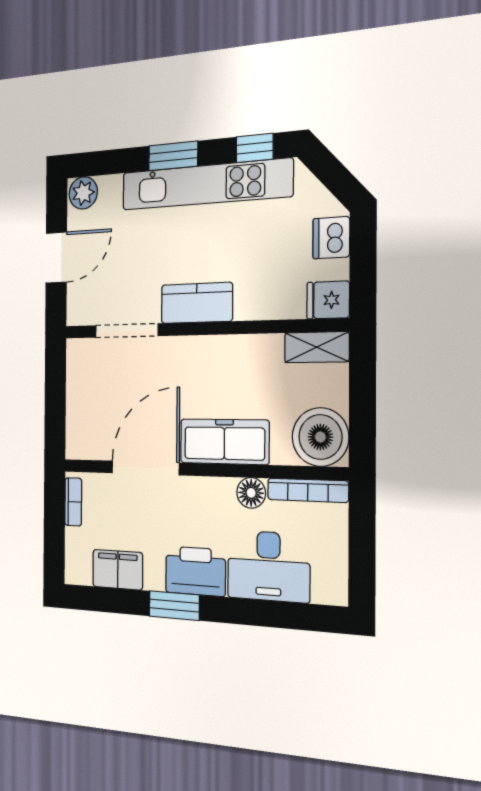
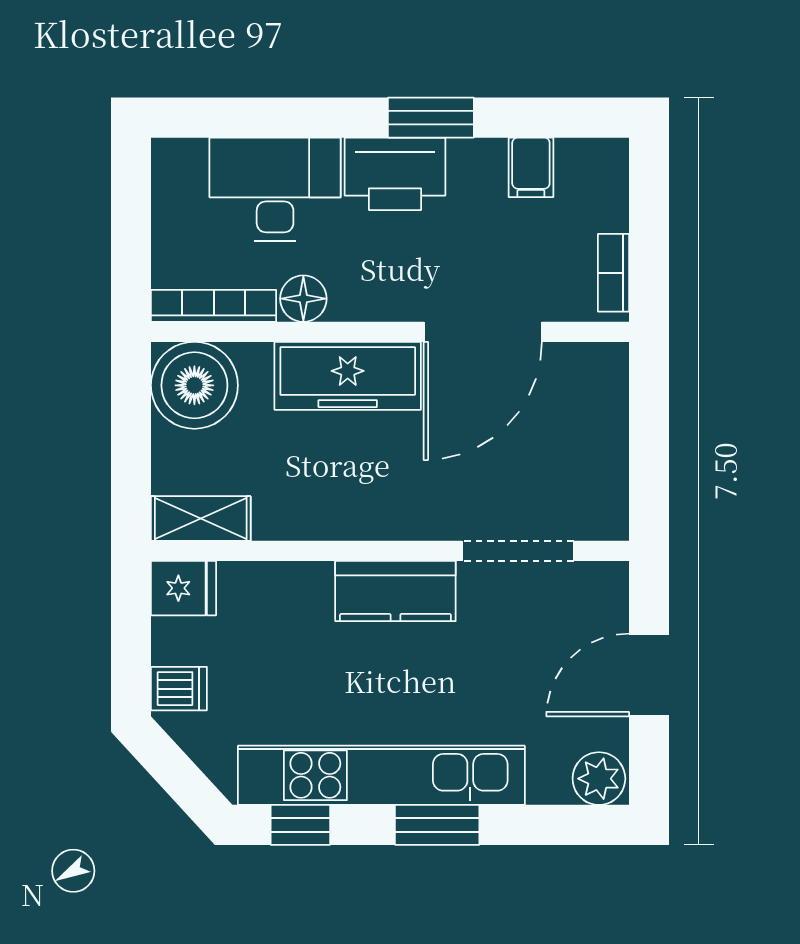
dishwasher: (331, 238) -> (179, 689), width x0.73
filing cabinet: (118, 570) -> (531, 167), width x0.50

